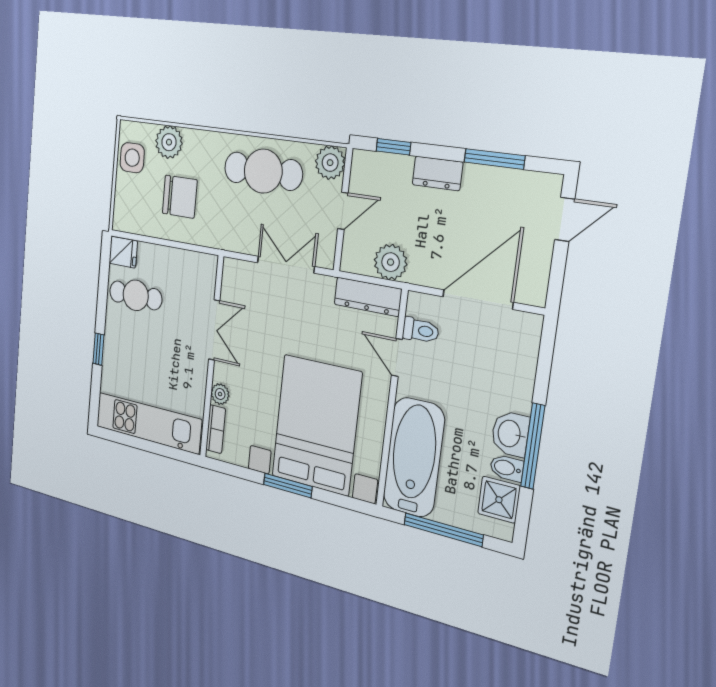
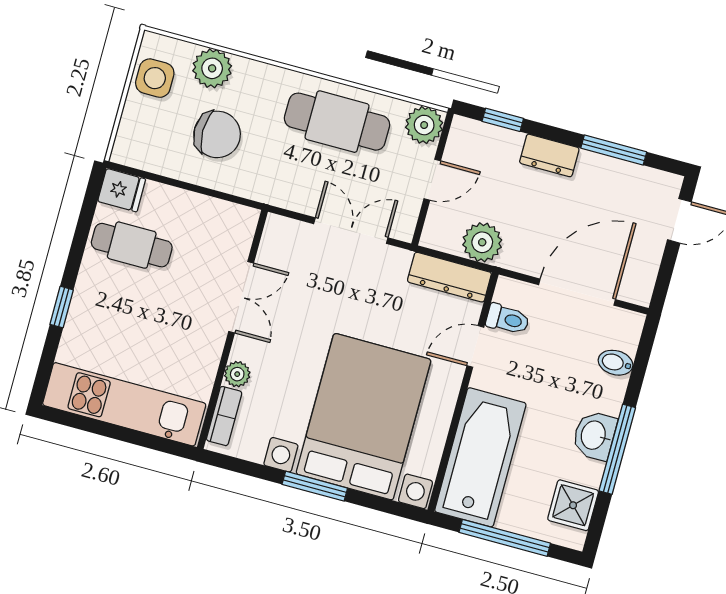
door: (397, 357) -> (475, 346), hinge flipped
bidet: (507, 468) -> (616, 363), moved

